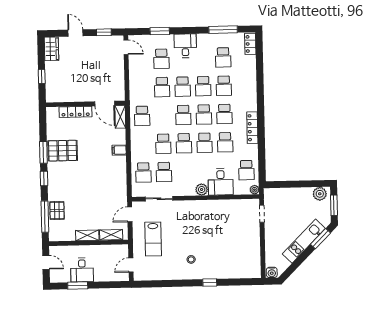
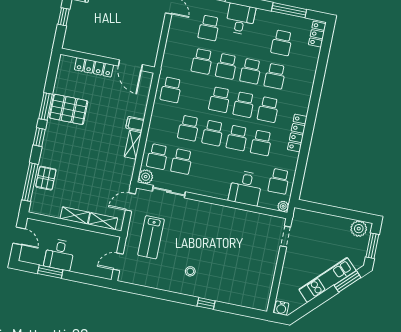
shelving: (120, 117) -> (133, 145), moved
plant: (202, 189) -> (146, 177), moved

